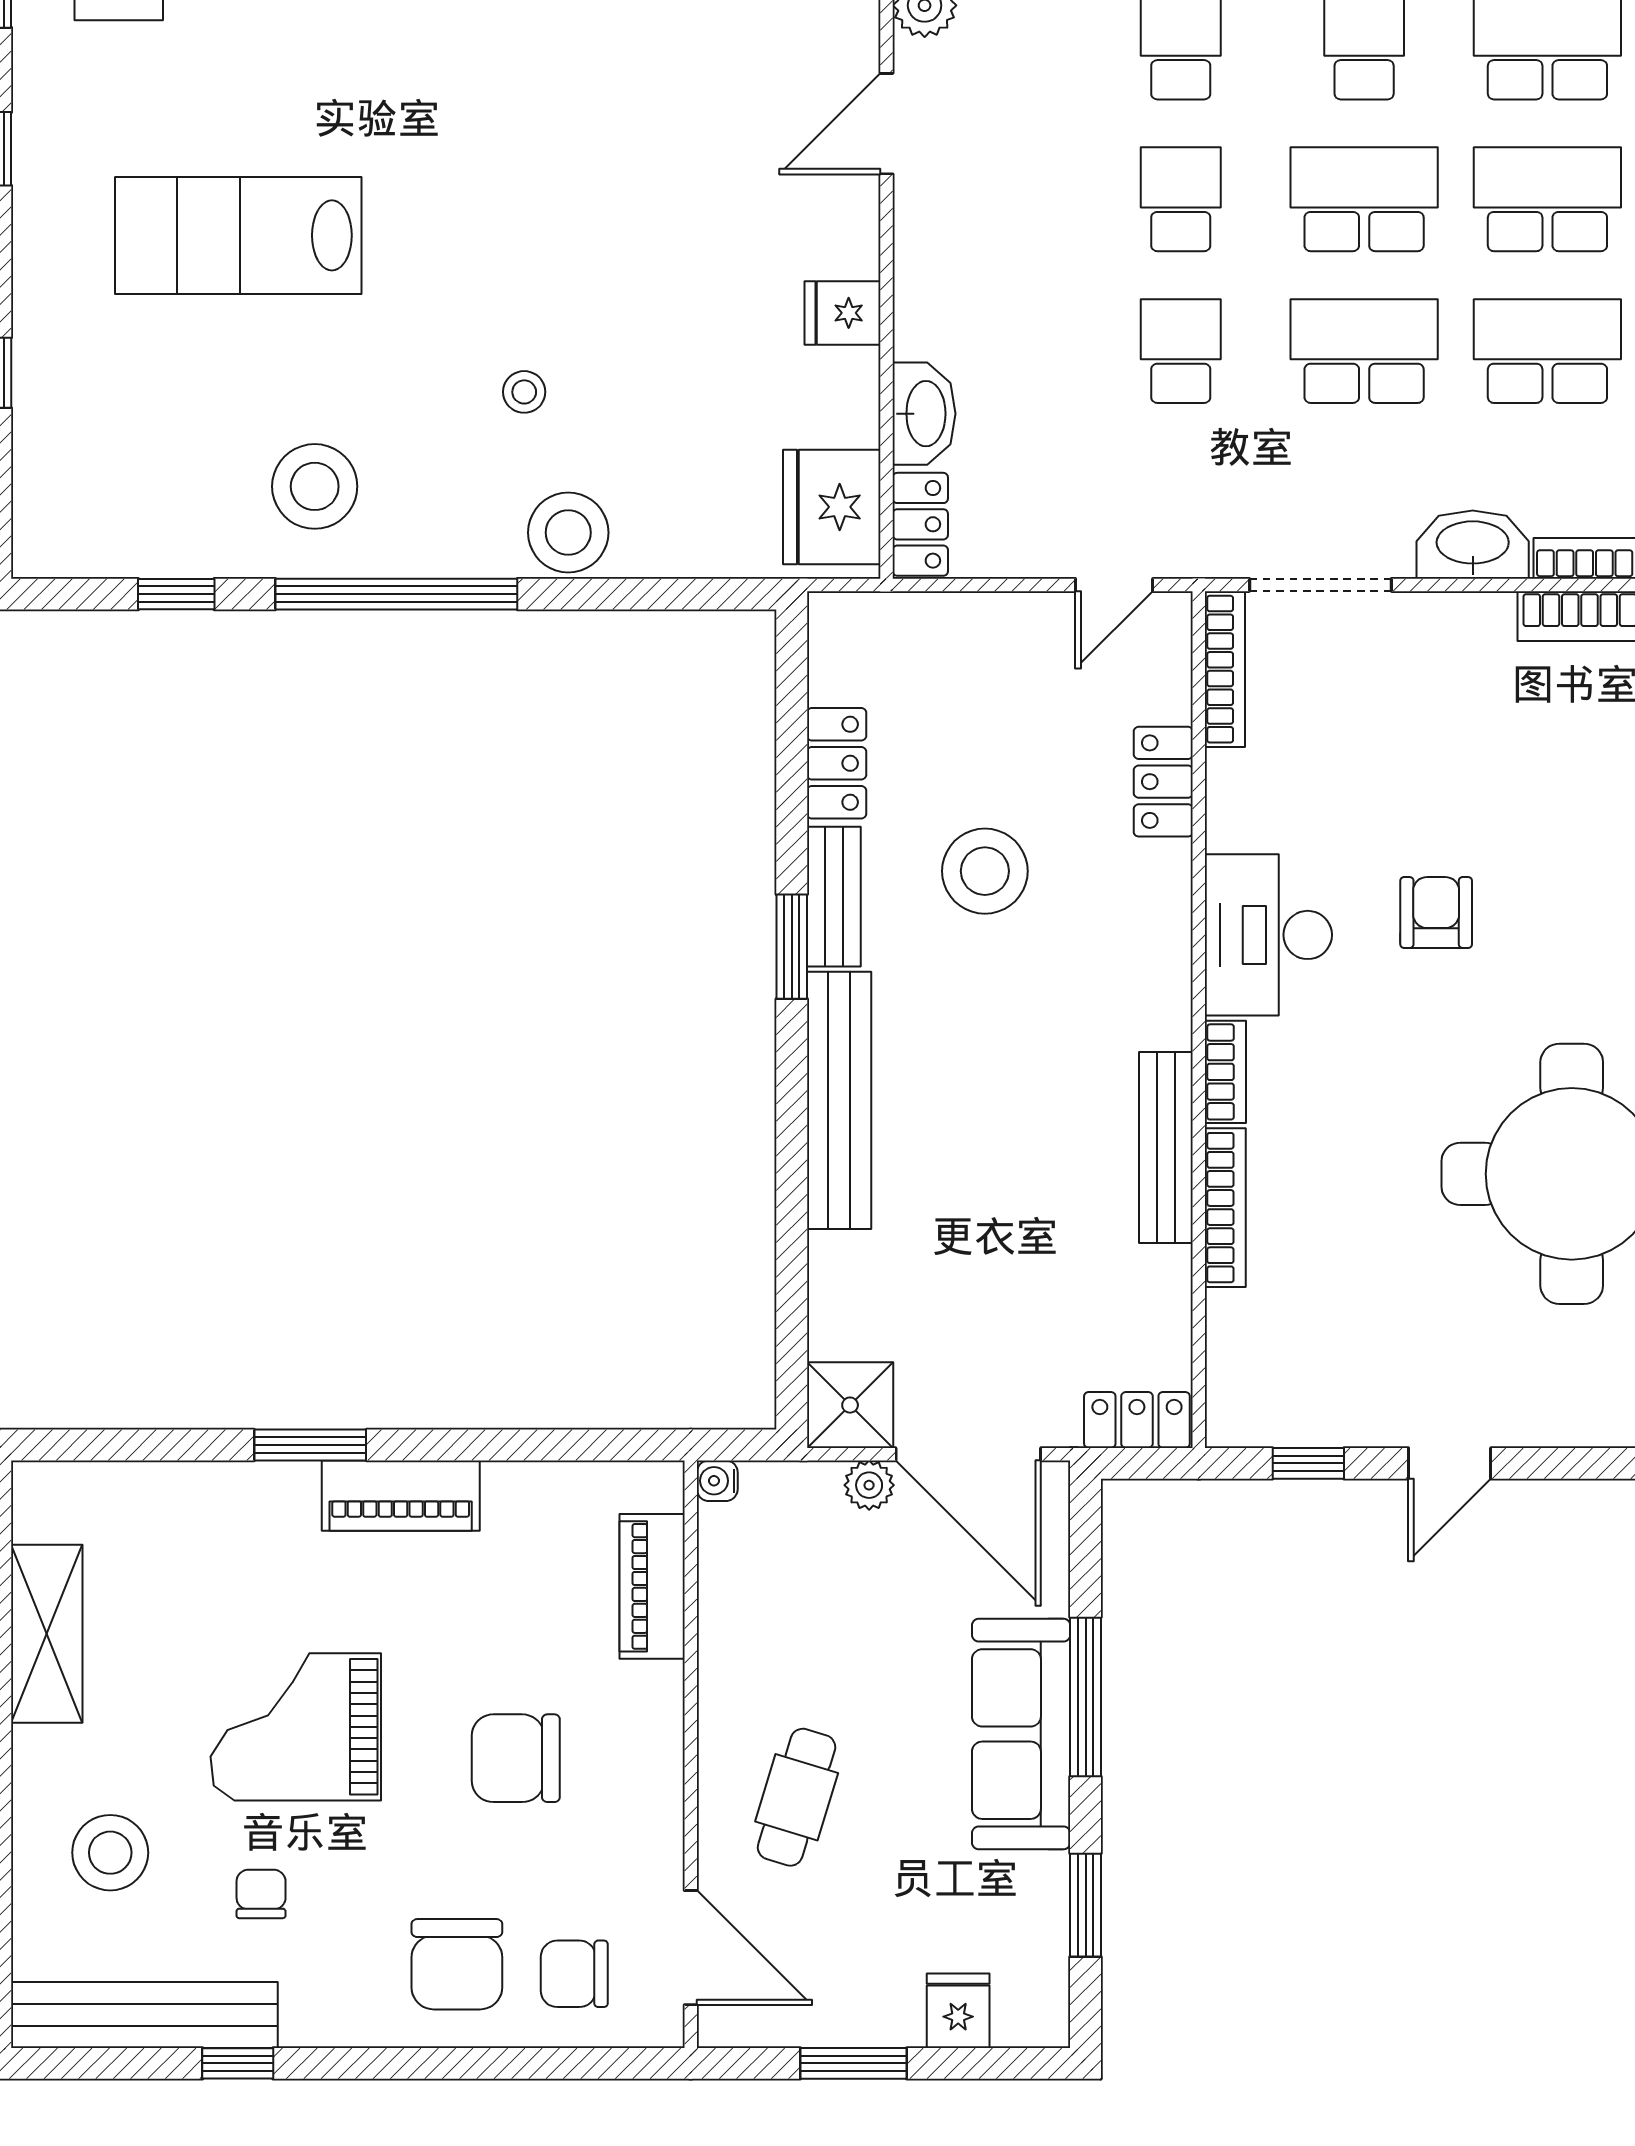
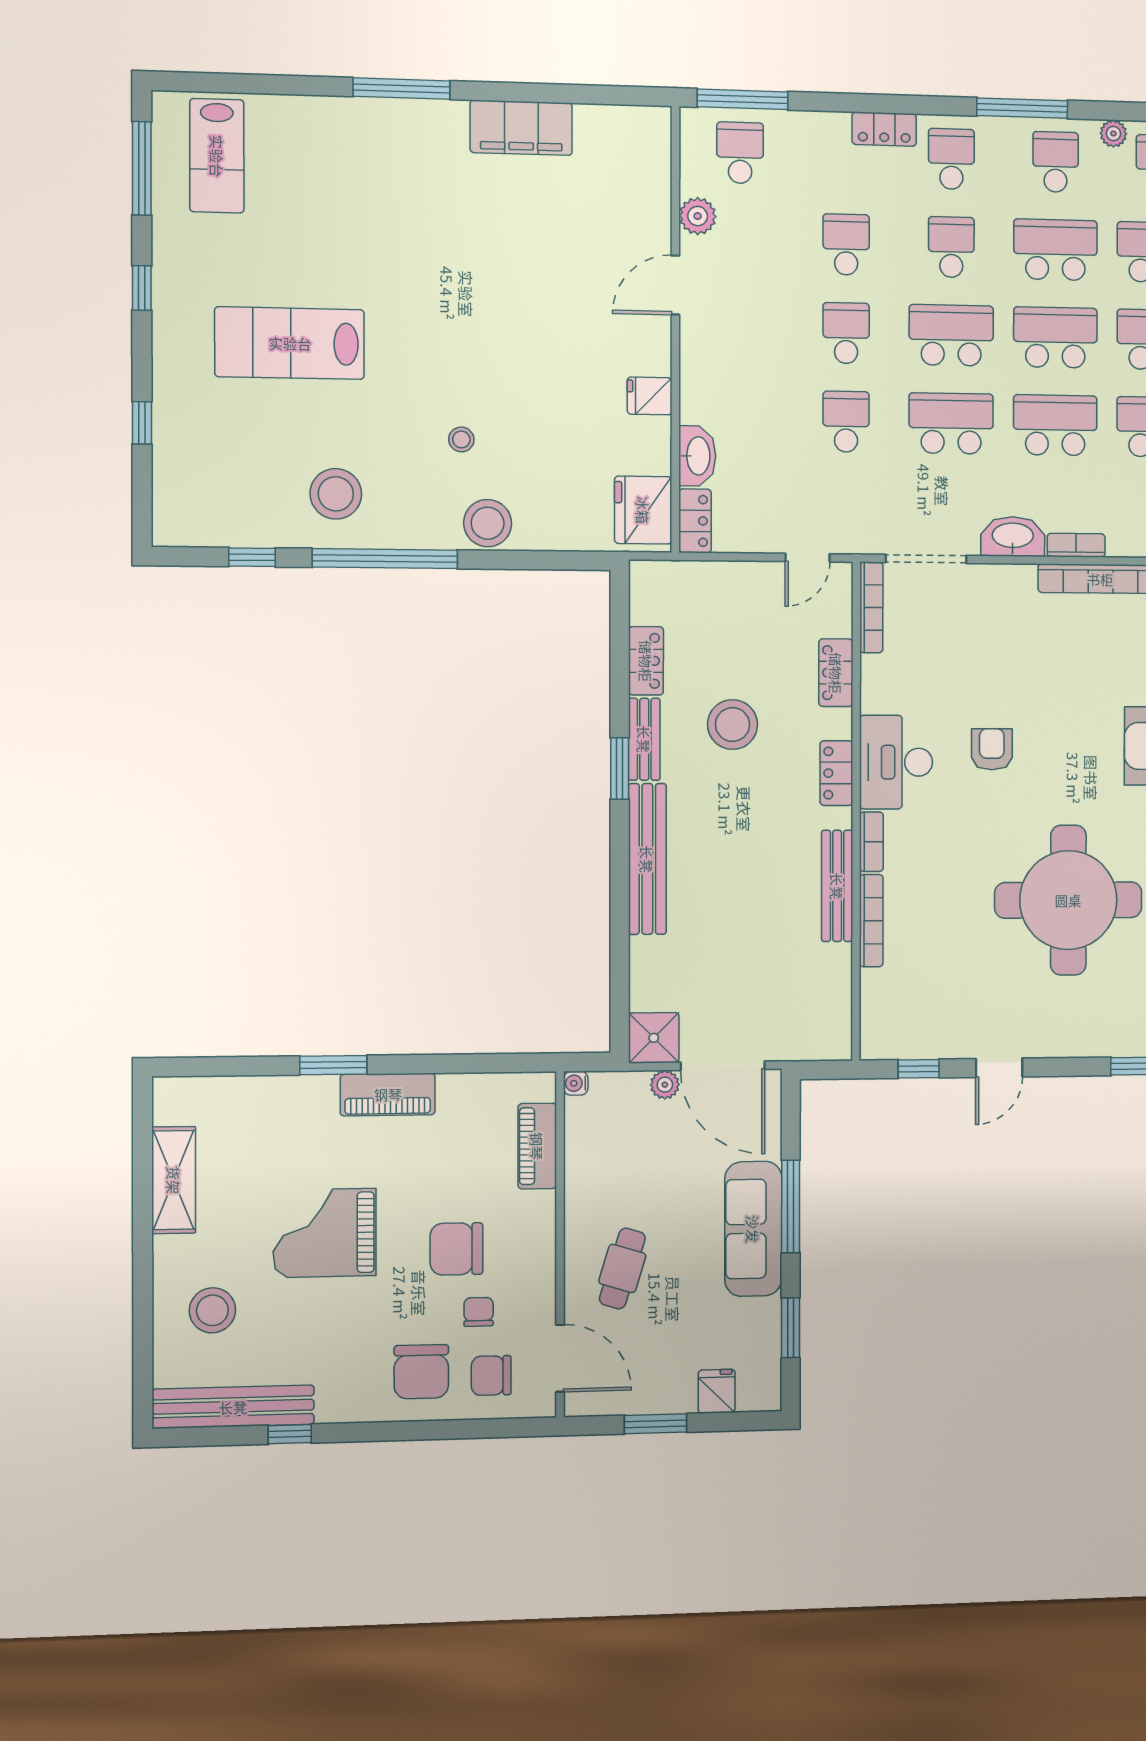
locker: (1137, 1420) -> (836, 773), moved, turned -90
chair: (261, 1894) -> (479, 1312), moved

